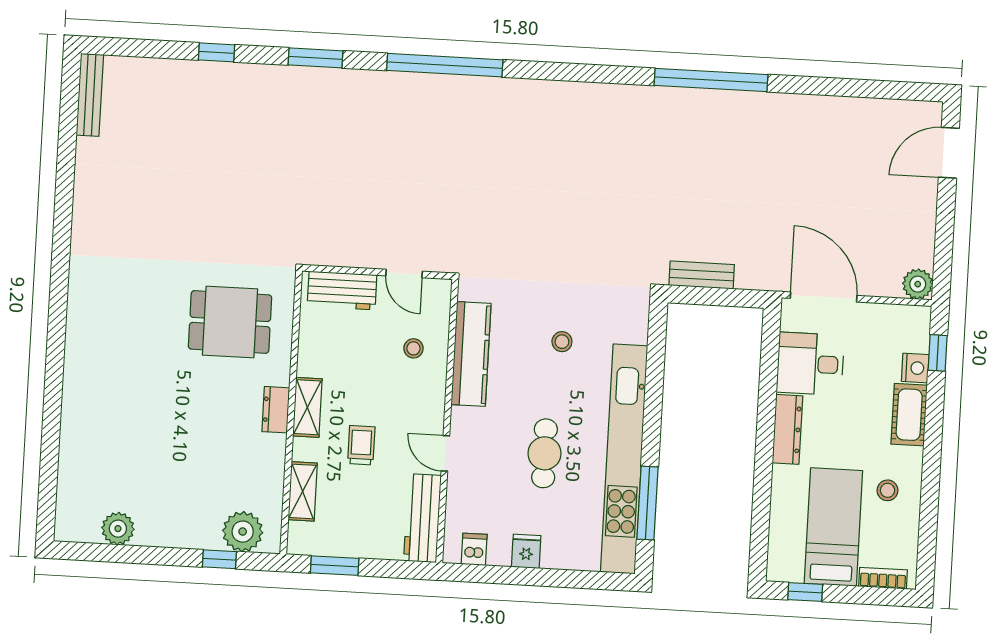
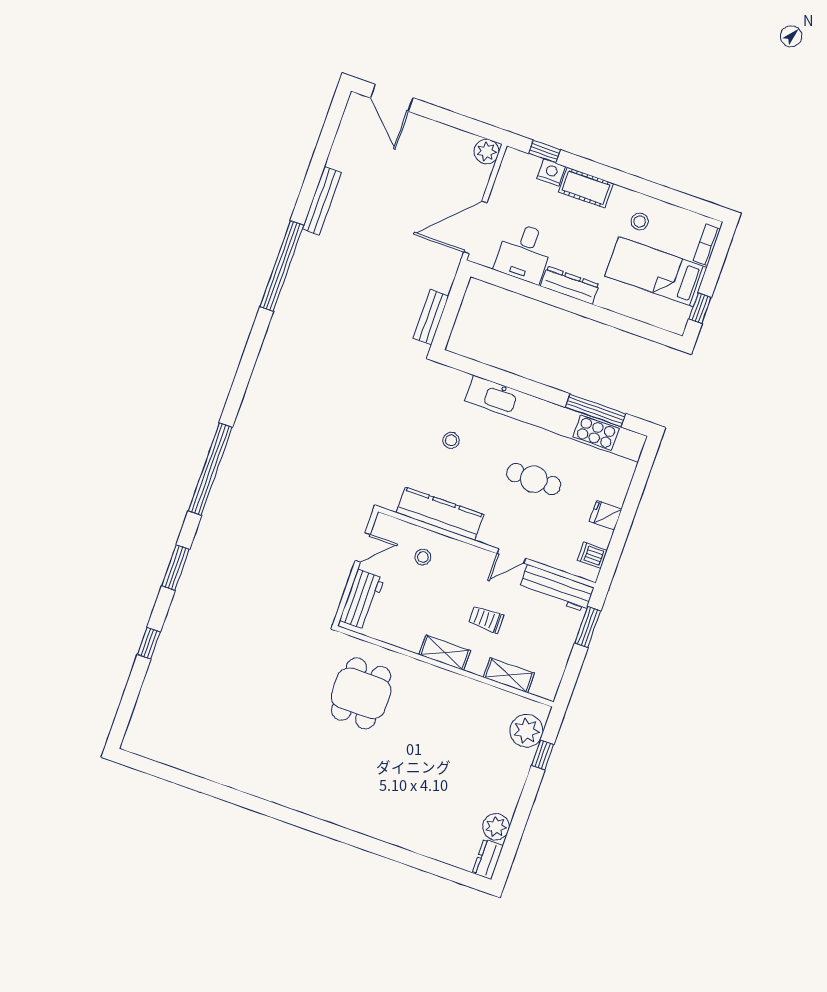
bench: (90, 95) -> (322, 201), moved, turned 90
dresser: (276, 410) -> (488, 859), moved, turned 90
window: (335, 566) -> (588, 627), moved

